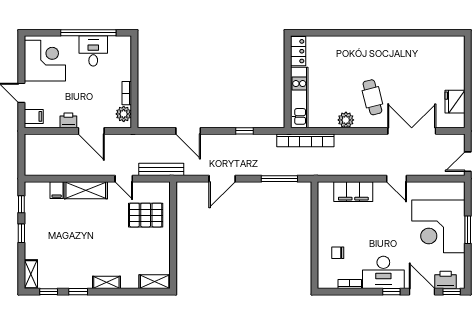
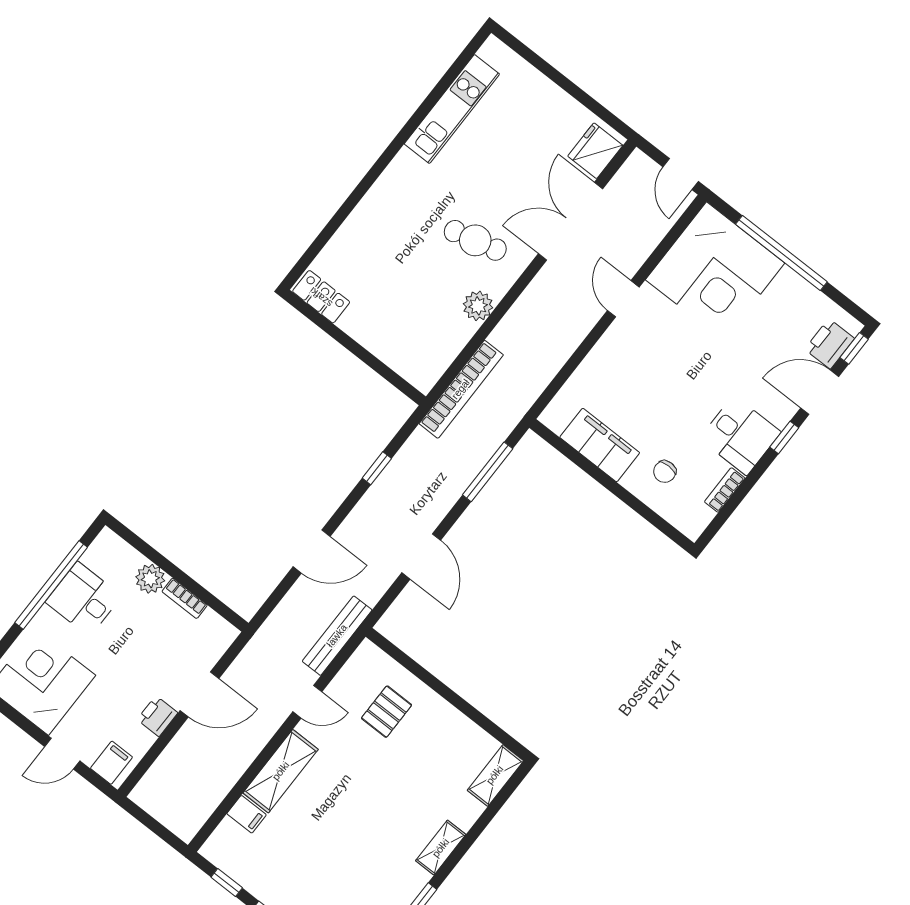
kitchen unit: (299, 98) -> (452, 109), moved, turned 90
fridge: (455, 102) -> (595, 151), moved, turned 90
plant: (124, 114) -> (150, 579), moved
door: (397, 179) -> (623, 299), swing flipped
filing cabinet: (353, 192) -> (600, 445), moved, turned -90
pallet: (146, 215) -> (387, 712), width x0.67, depth x0.71
corner desk: (438, 226) -> (715, 271), moved
window: (468, 230) -> (781, 253), width x2.11
desk: (383, 272) -> (740, 435), width x0.73

